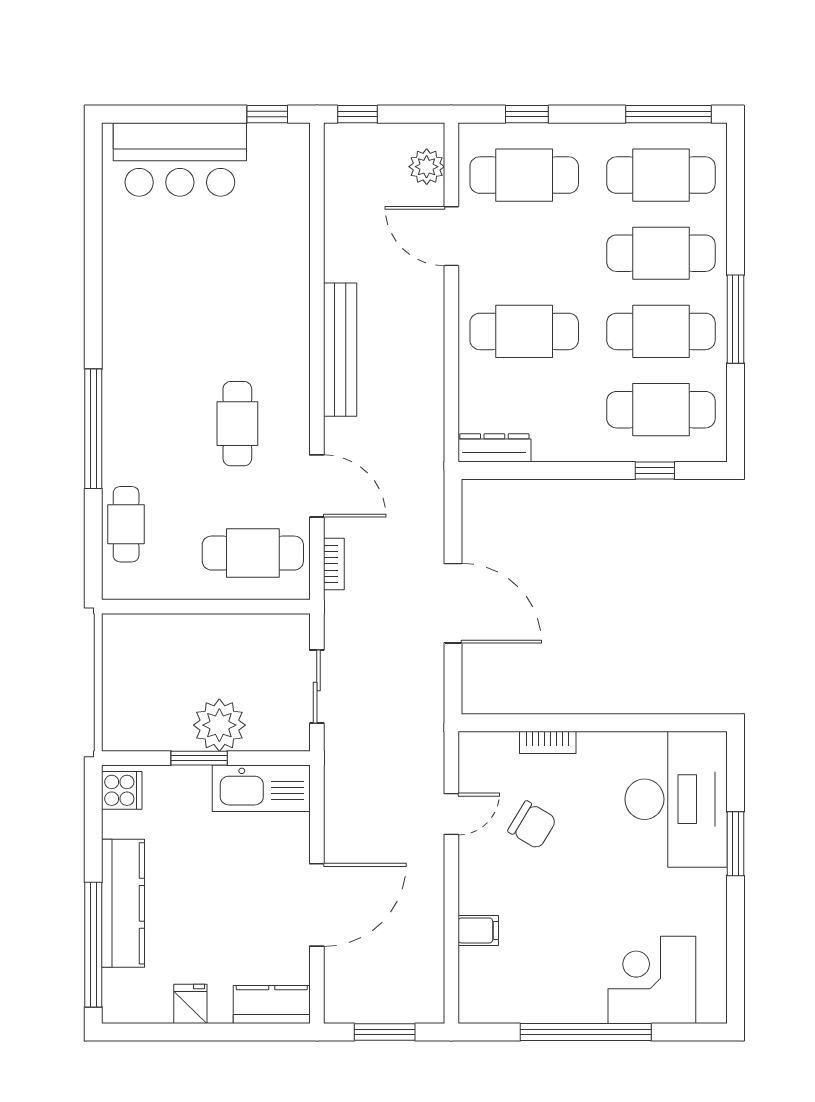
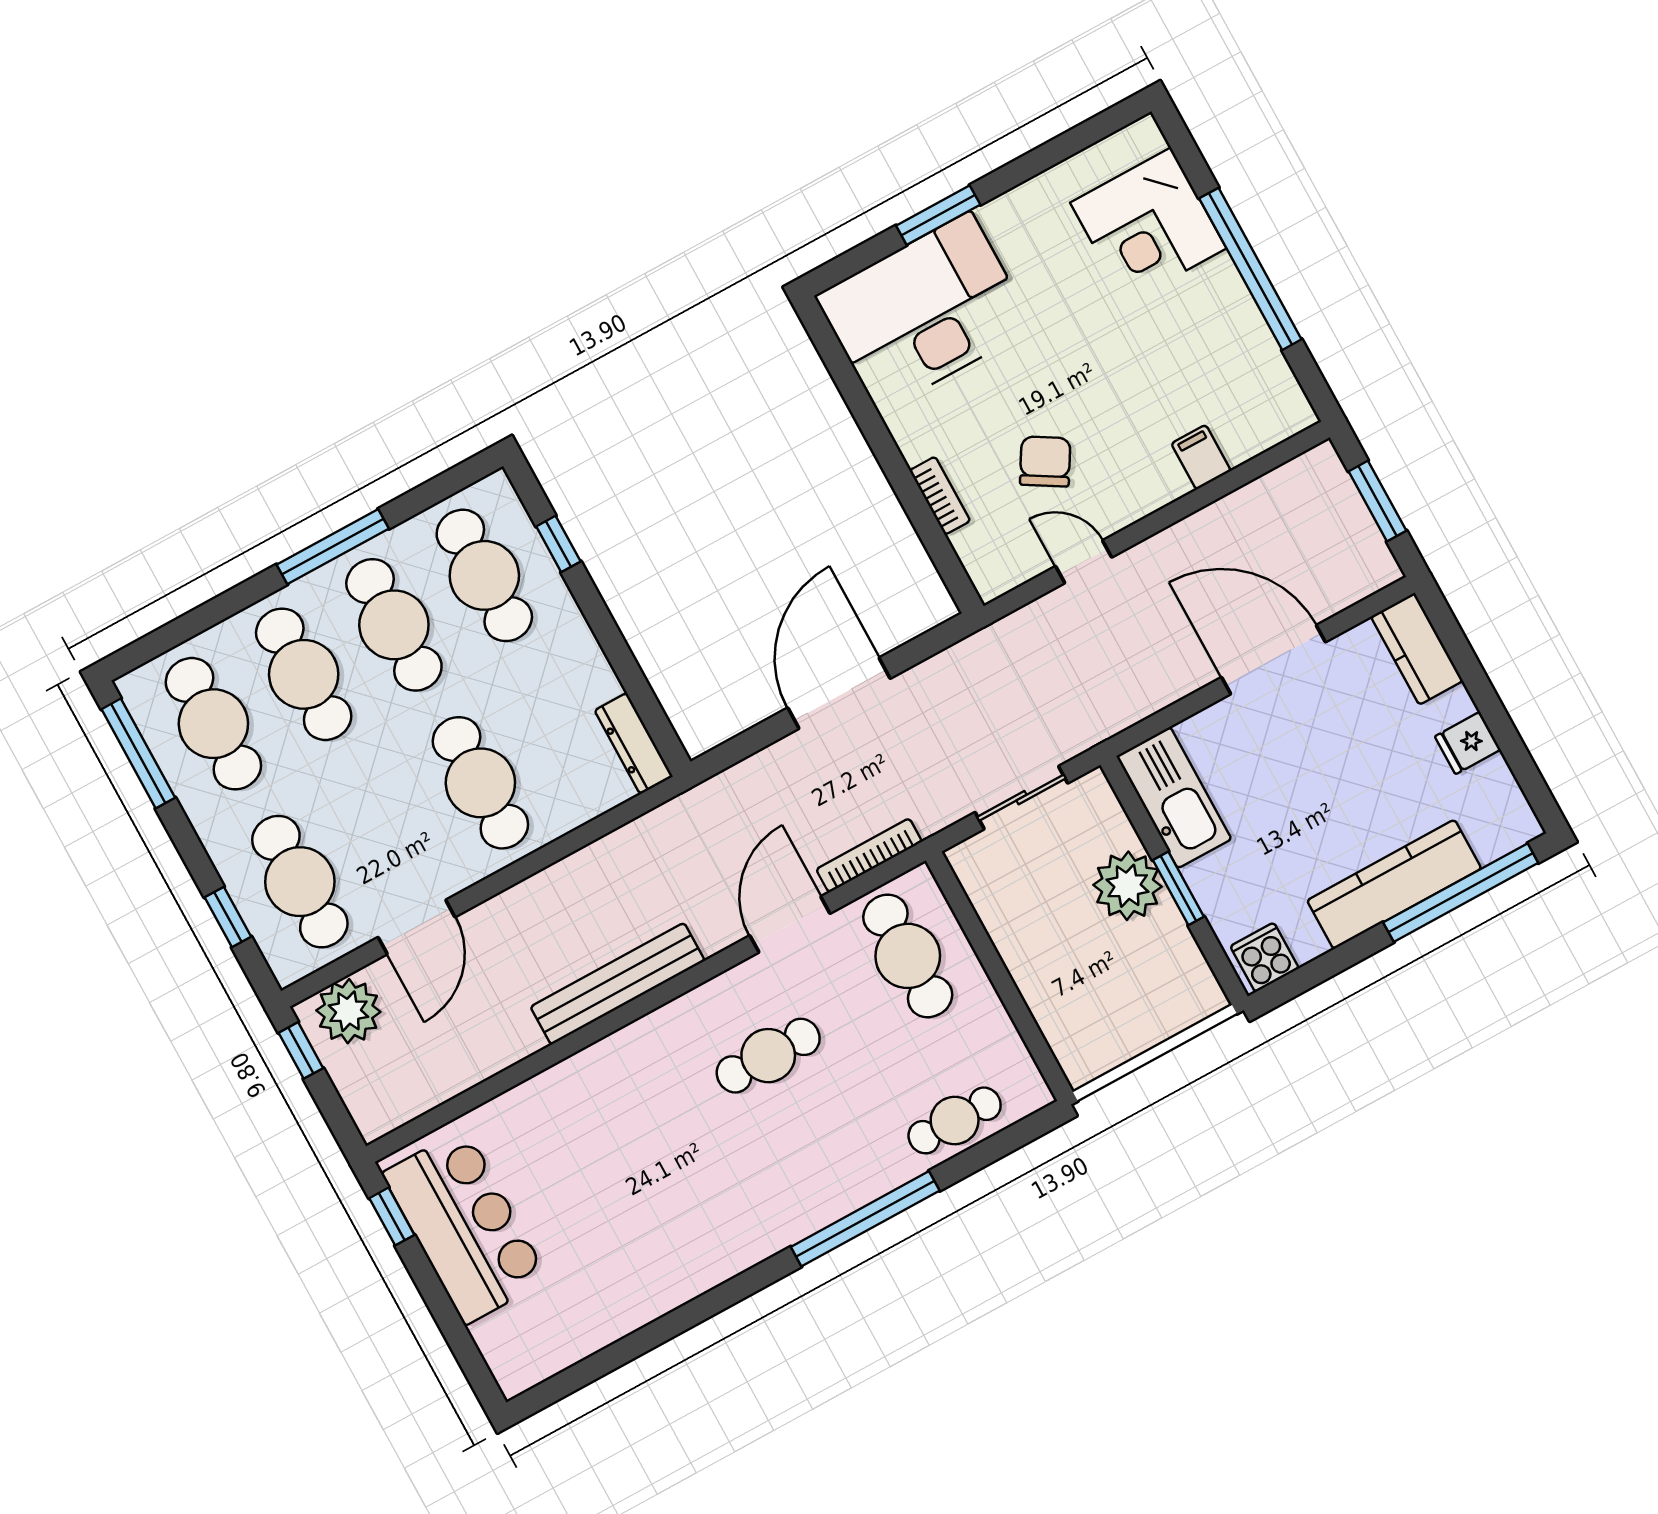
window: (357, 114) -> (301, 1050), moved
bar counter: (180, 159) -> (465, 1226), moved
plant: (427, 167) -> (348, 1011), width x1.36, depth x1.36
bookcase: (334, 564) -> (869, 855), width x1.56

